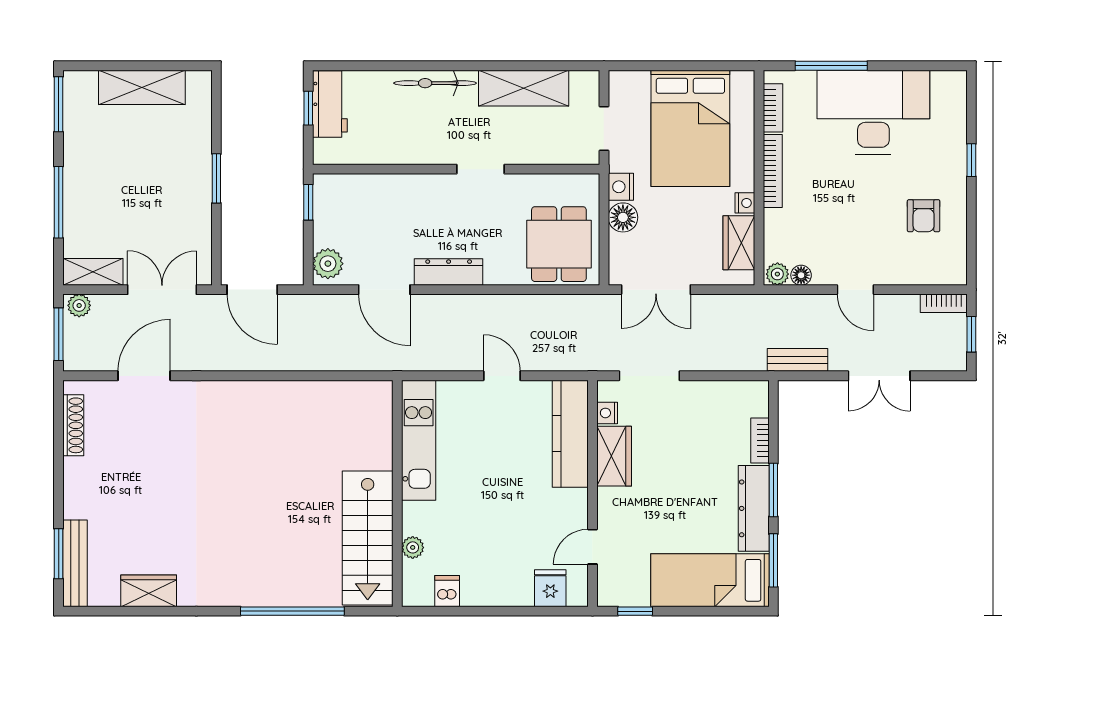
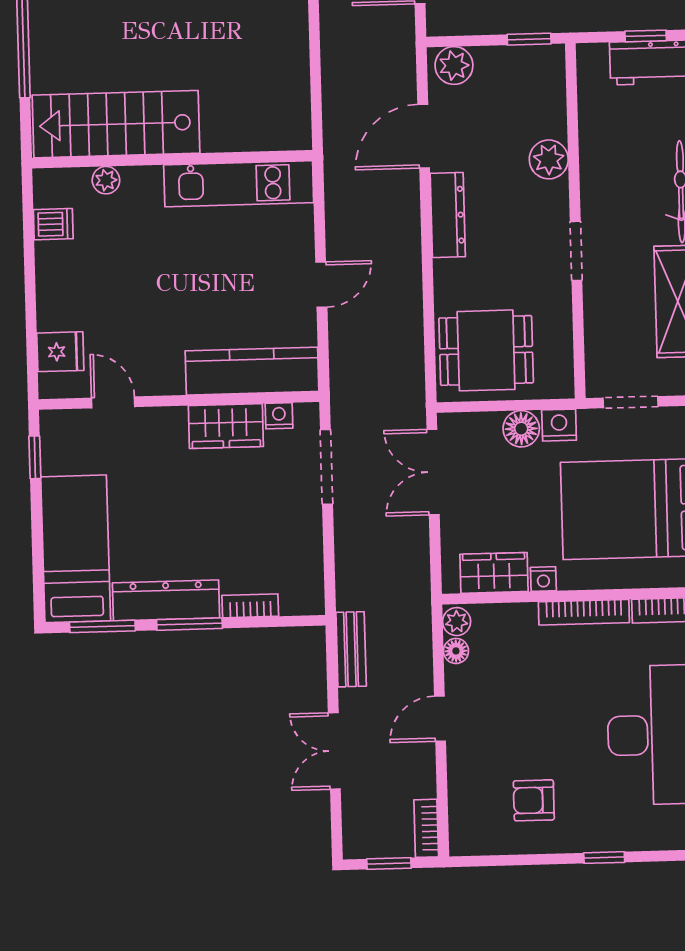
plant: (406, 189) -> (549, 159), added

